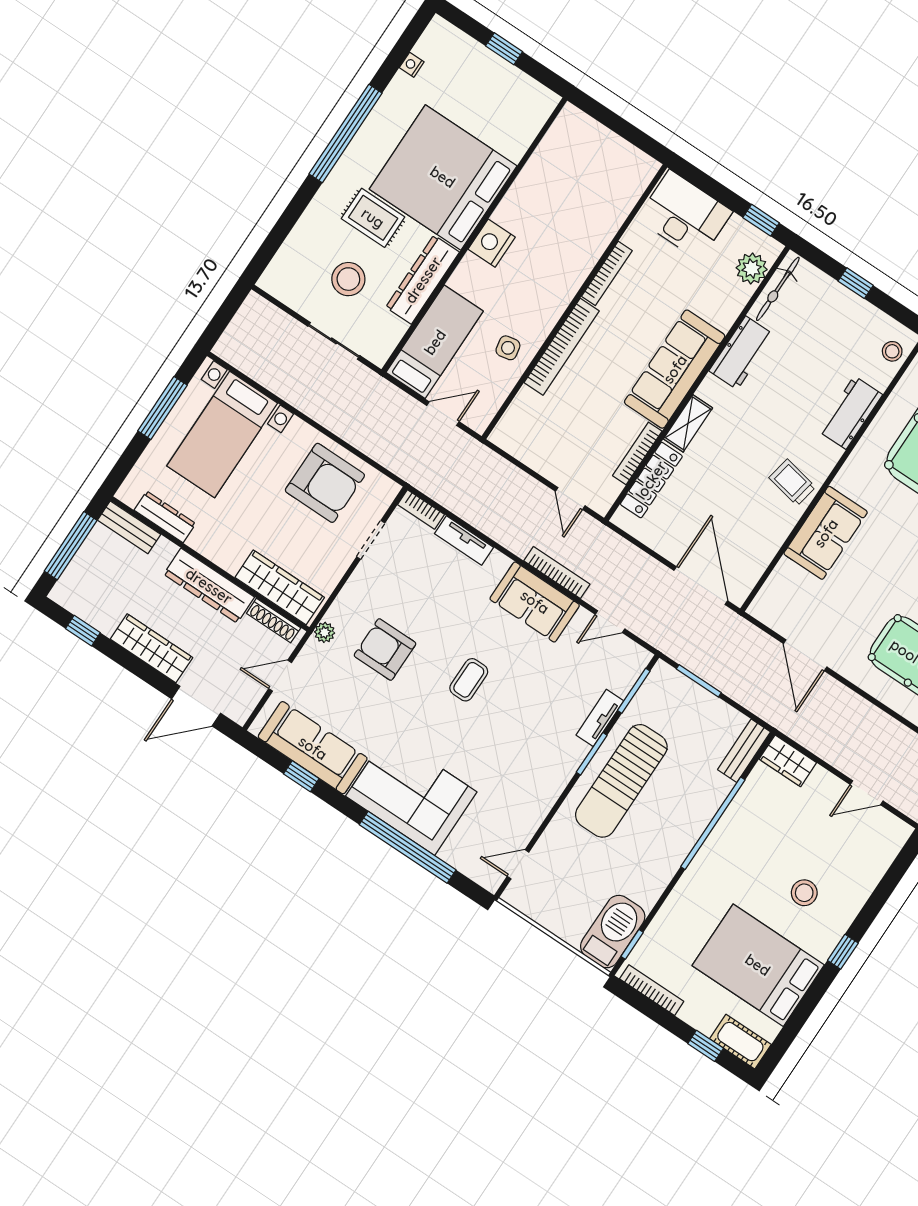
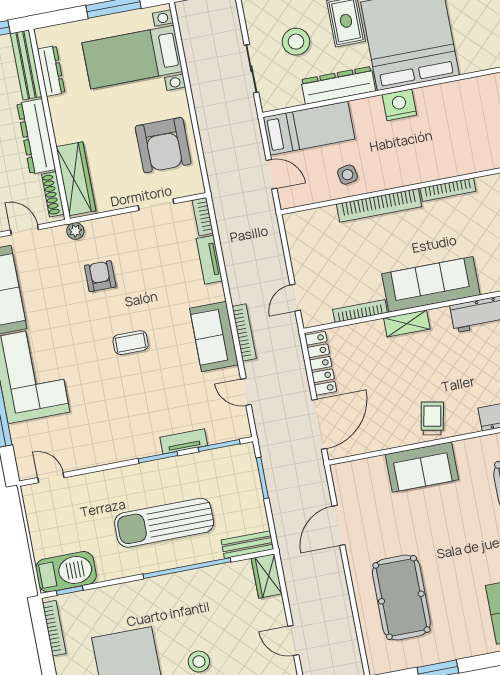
locker: (651, 480) -> (321, 363), moved, turned -90
bench: (129, 527) -> (26, 65), width x1.36
armchair: (385, 649) -> (100, 276), width x0.72, depth x0.72
sun lounger: (621, 781) -> (164, 523), moved

